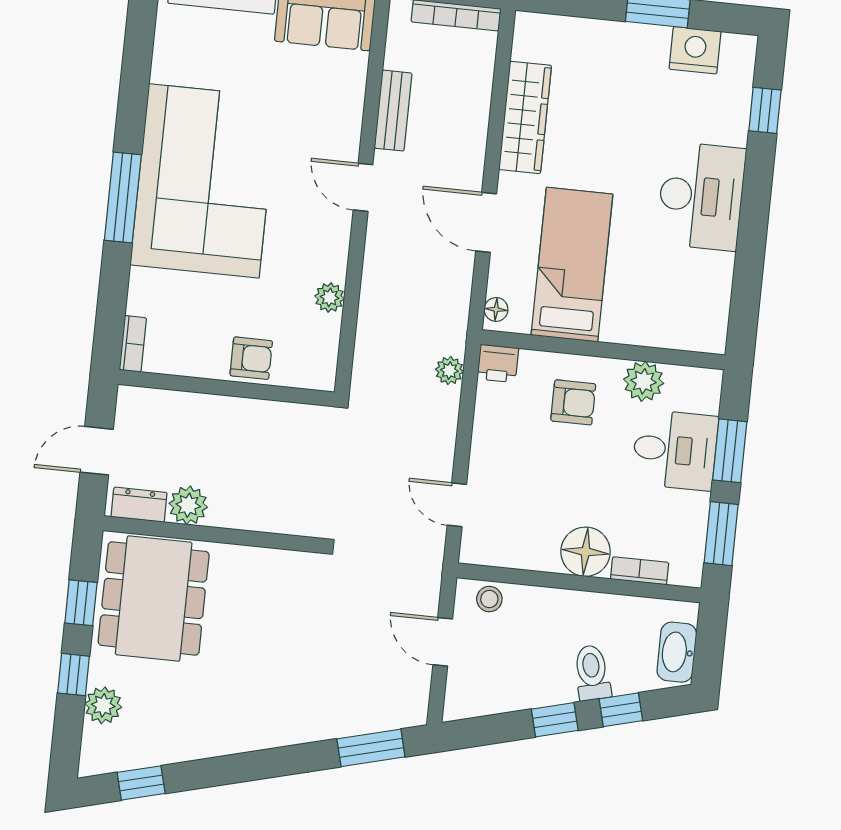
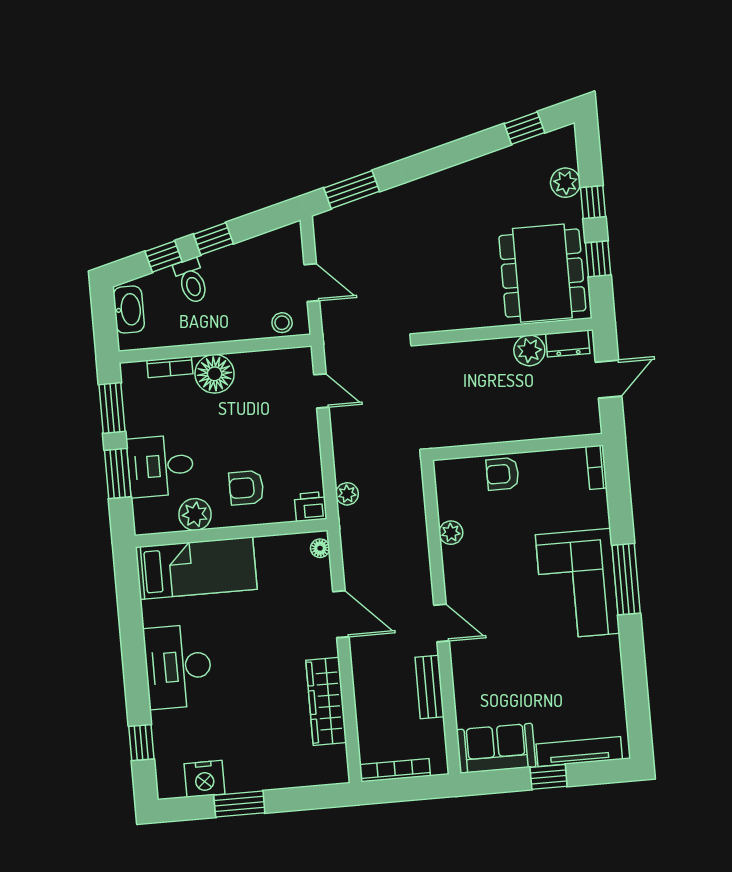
corner sofa: (204, 181) -> (578, 584), width x0.73, depth x0.74
bed: (572, 265) -> (196, 568), moved, turned -90

